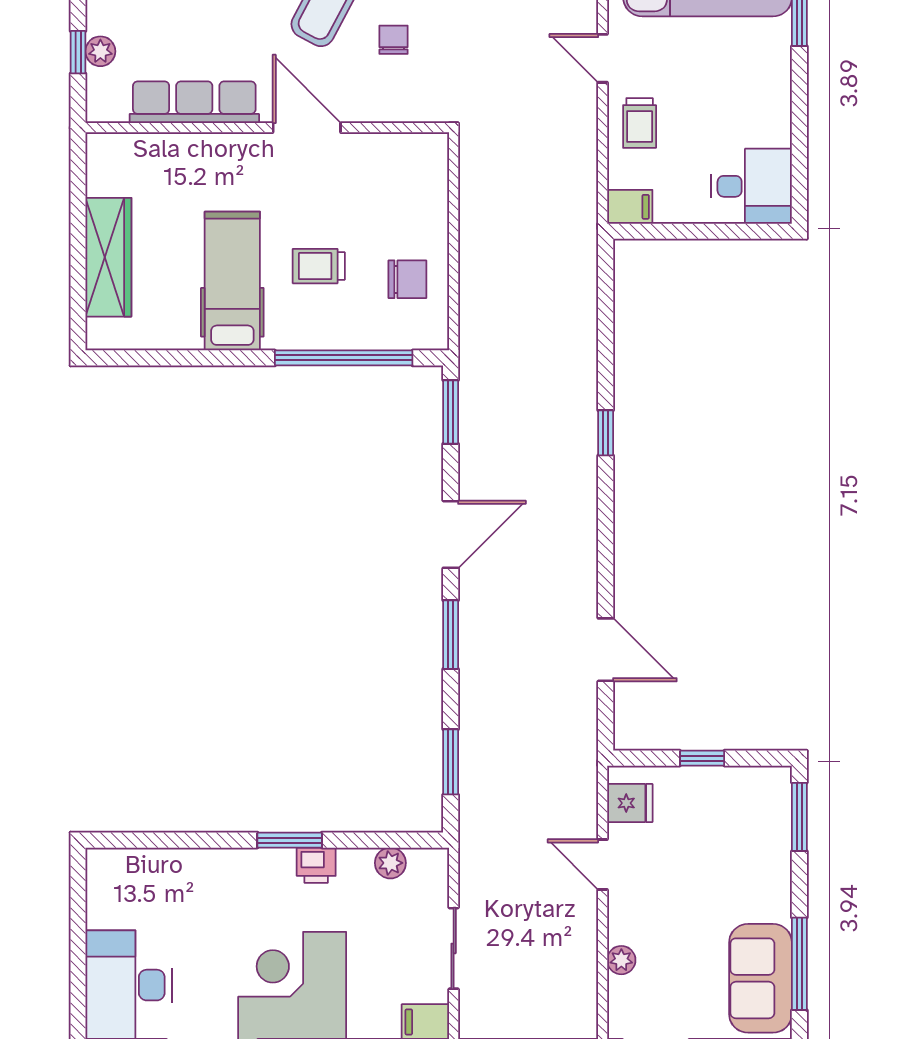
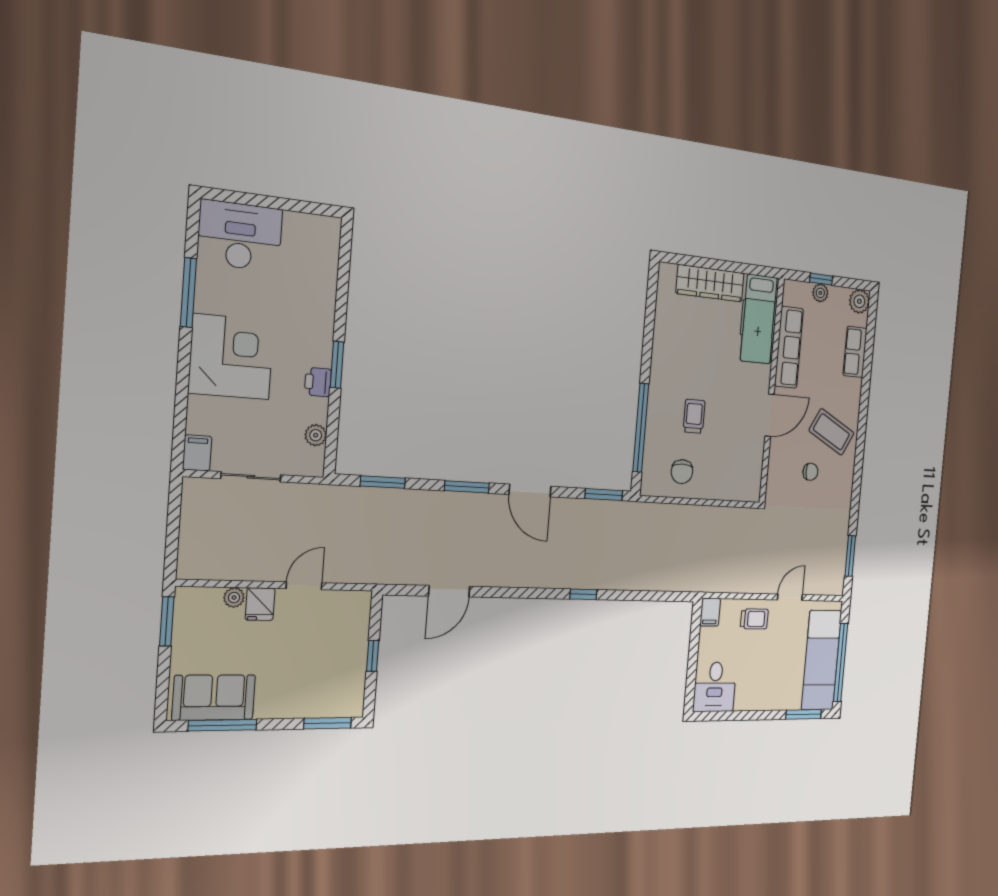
trolley: (640, 123) -> (754, 619), turned 180
hospital bed: (232, 281) -> (759, 319), moved, turned 90
fridge: (630, 803) -> (260, 604), moved

